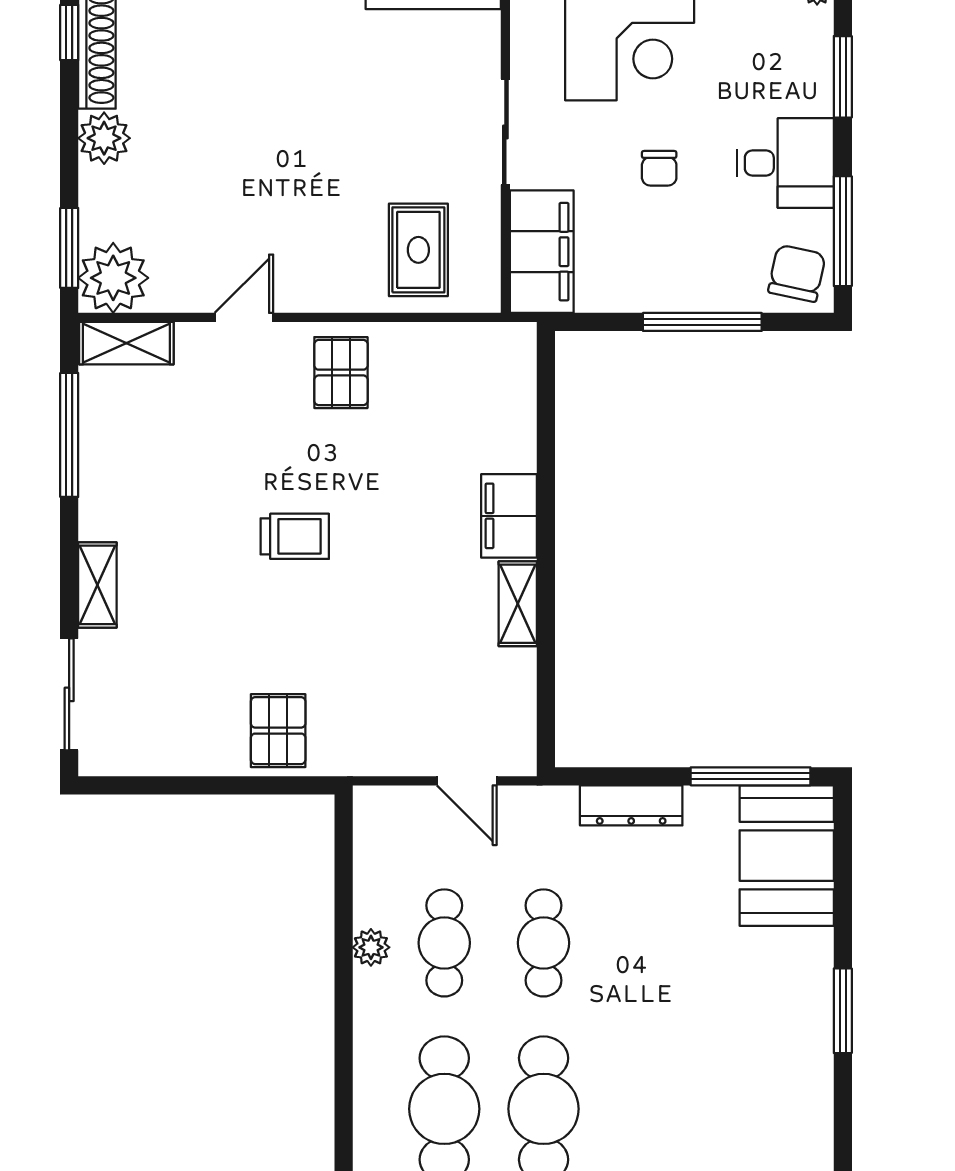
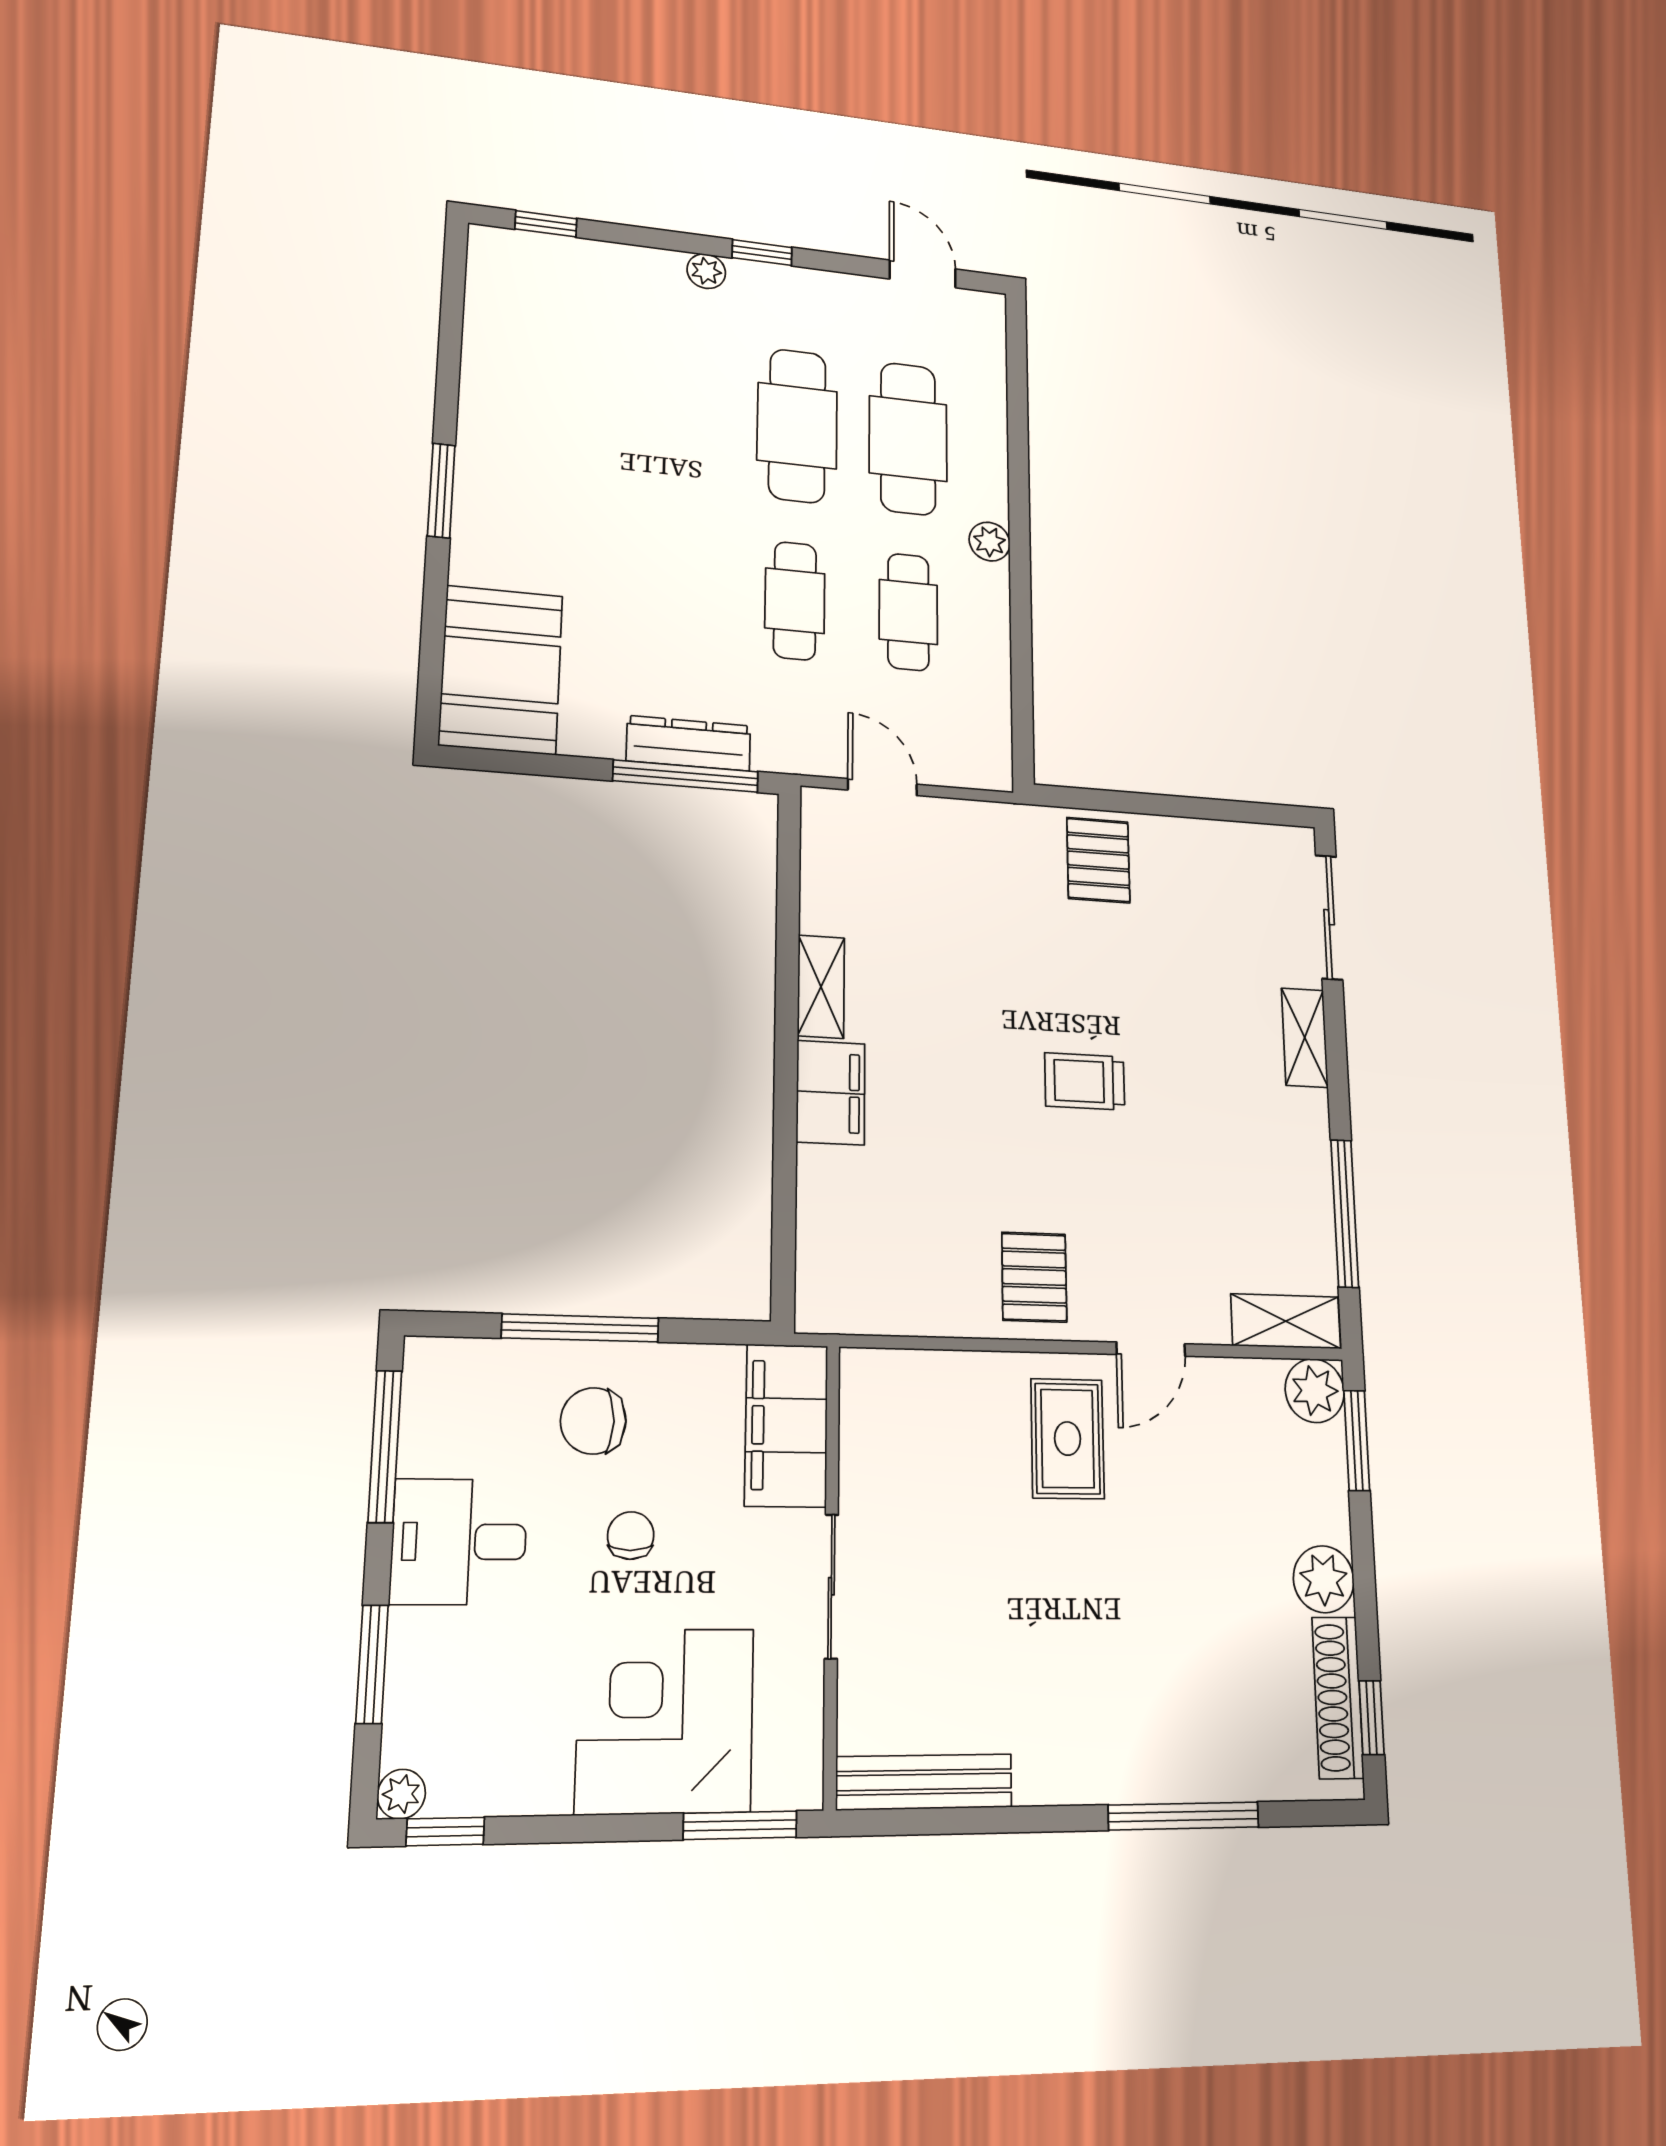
rug: (418, 250) -> (1067, 1439), moved
chair: (797, 273) -> (593, 1421), moved, turned 78
plant: (113, 278) -> (1315, 1391), width x0.73, depth x0.73
window: (751, 776) -> (686, 776), moved
plant: (371, 947) -> (990, 542), moved

